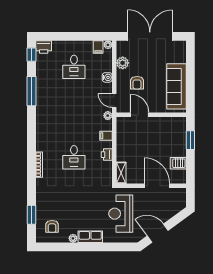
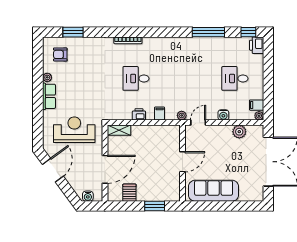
armchair: (137, 83) -> (218, 148), removed
door: (140, 115) -> (182, 162), moved
water cooler: (181, 201) -> (88, 196), added

